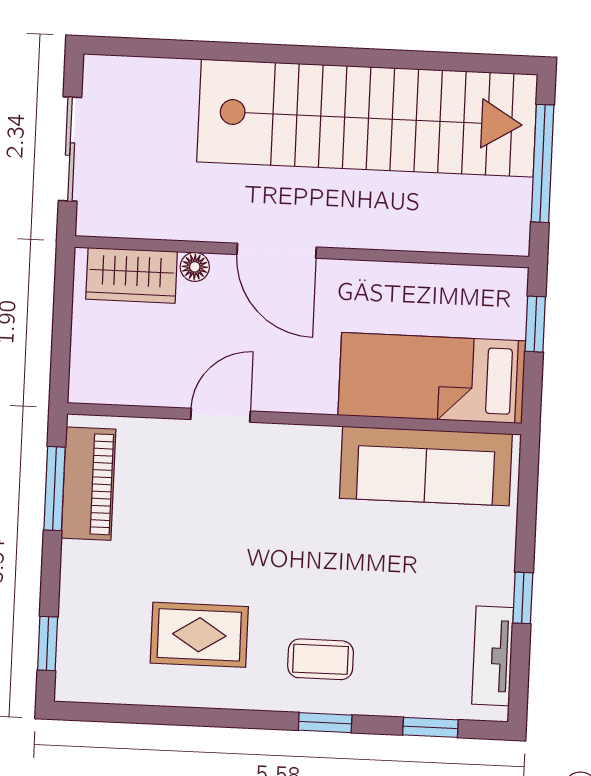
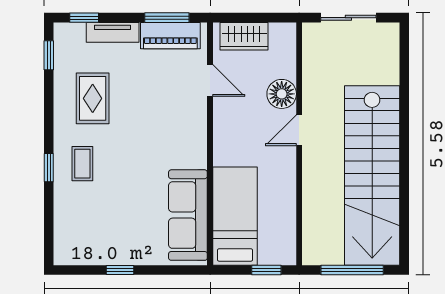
door: (277, 251) -> (299, 130), width x0.73
floor lamp: (195, 267) -> (282, 94), width x1.89, depth x1.89
wardrobe: (132, 275) -> (244, 36), moved, turned -90
door: (220, 415) -> (210, 81), moved
tv unit: (493, 656) -> (113, 32), moved, turned 180
window: (430, 727) -> (49, 55), moved

